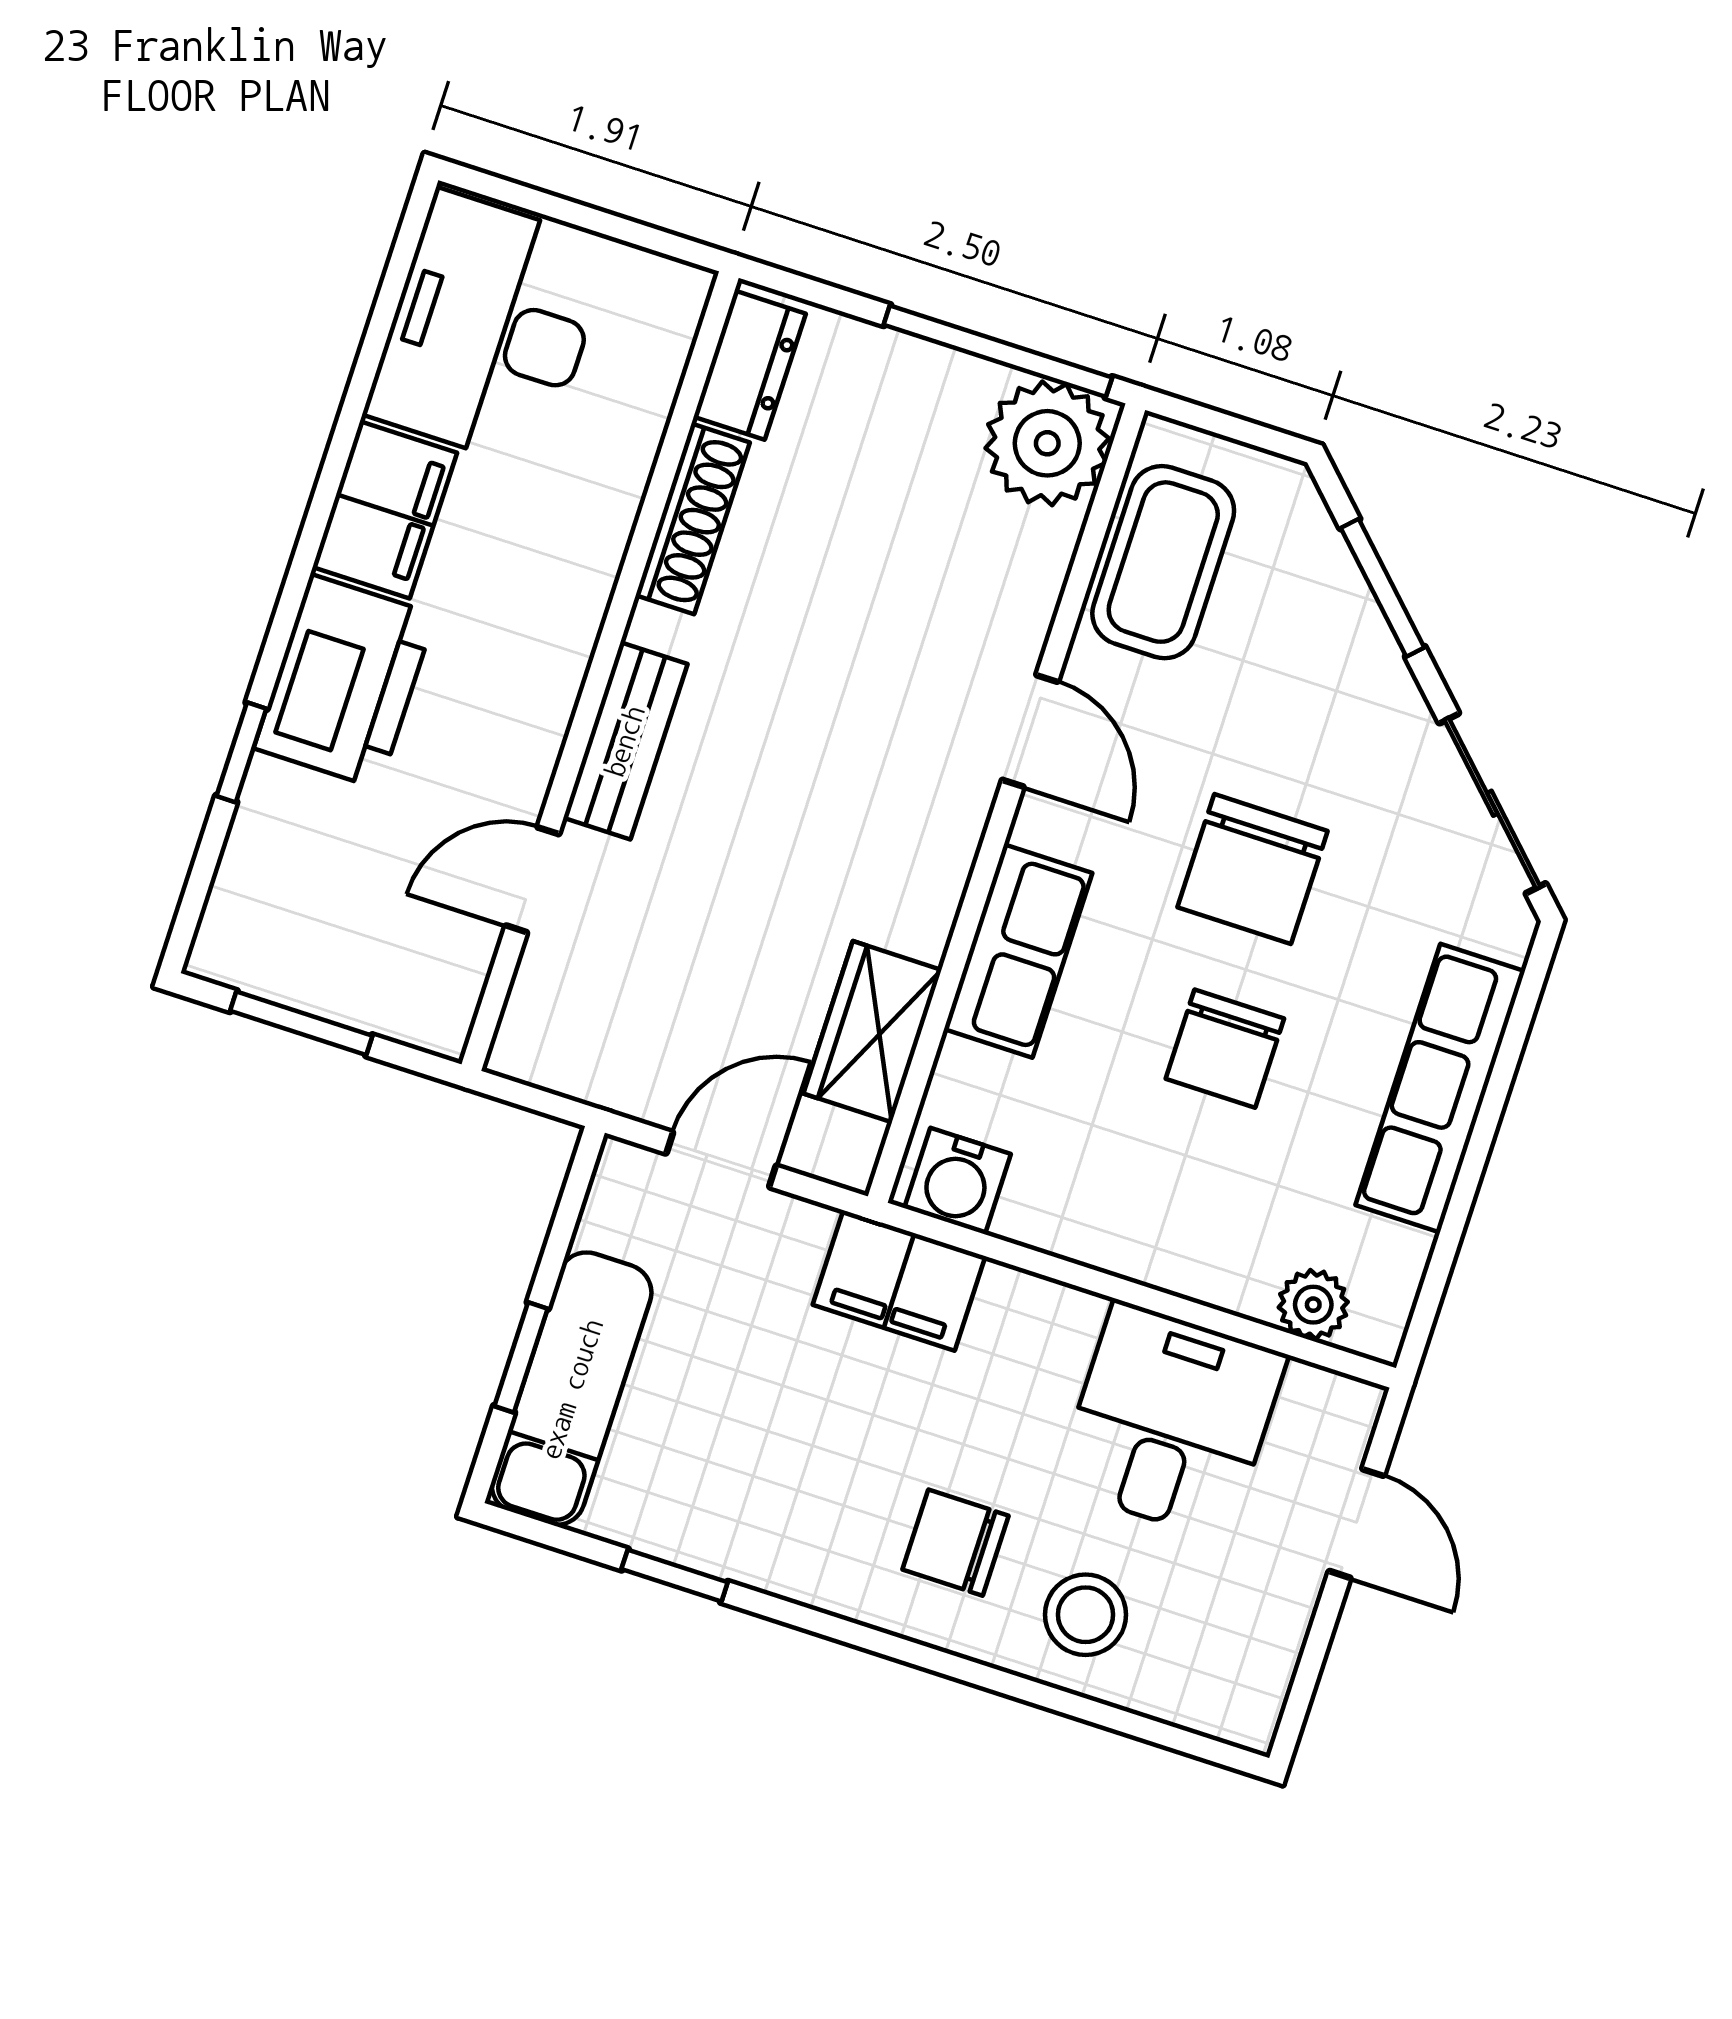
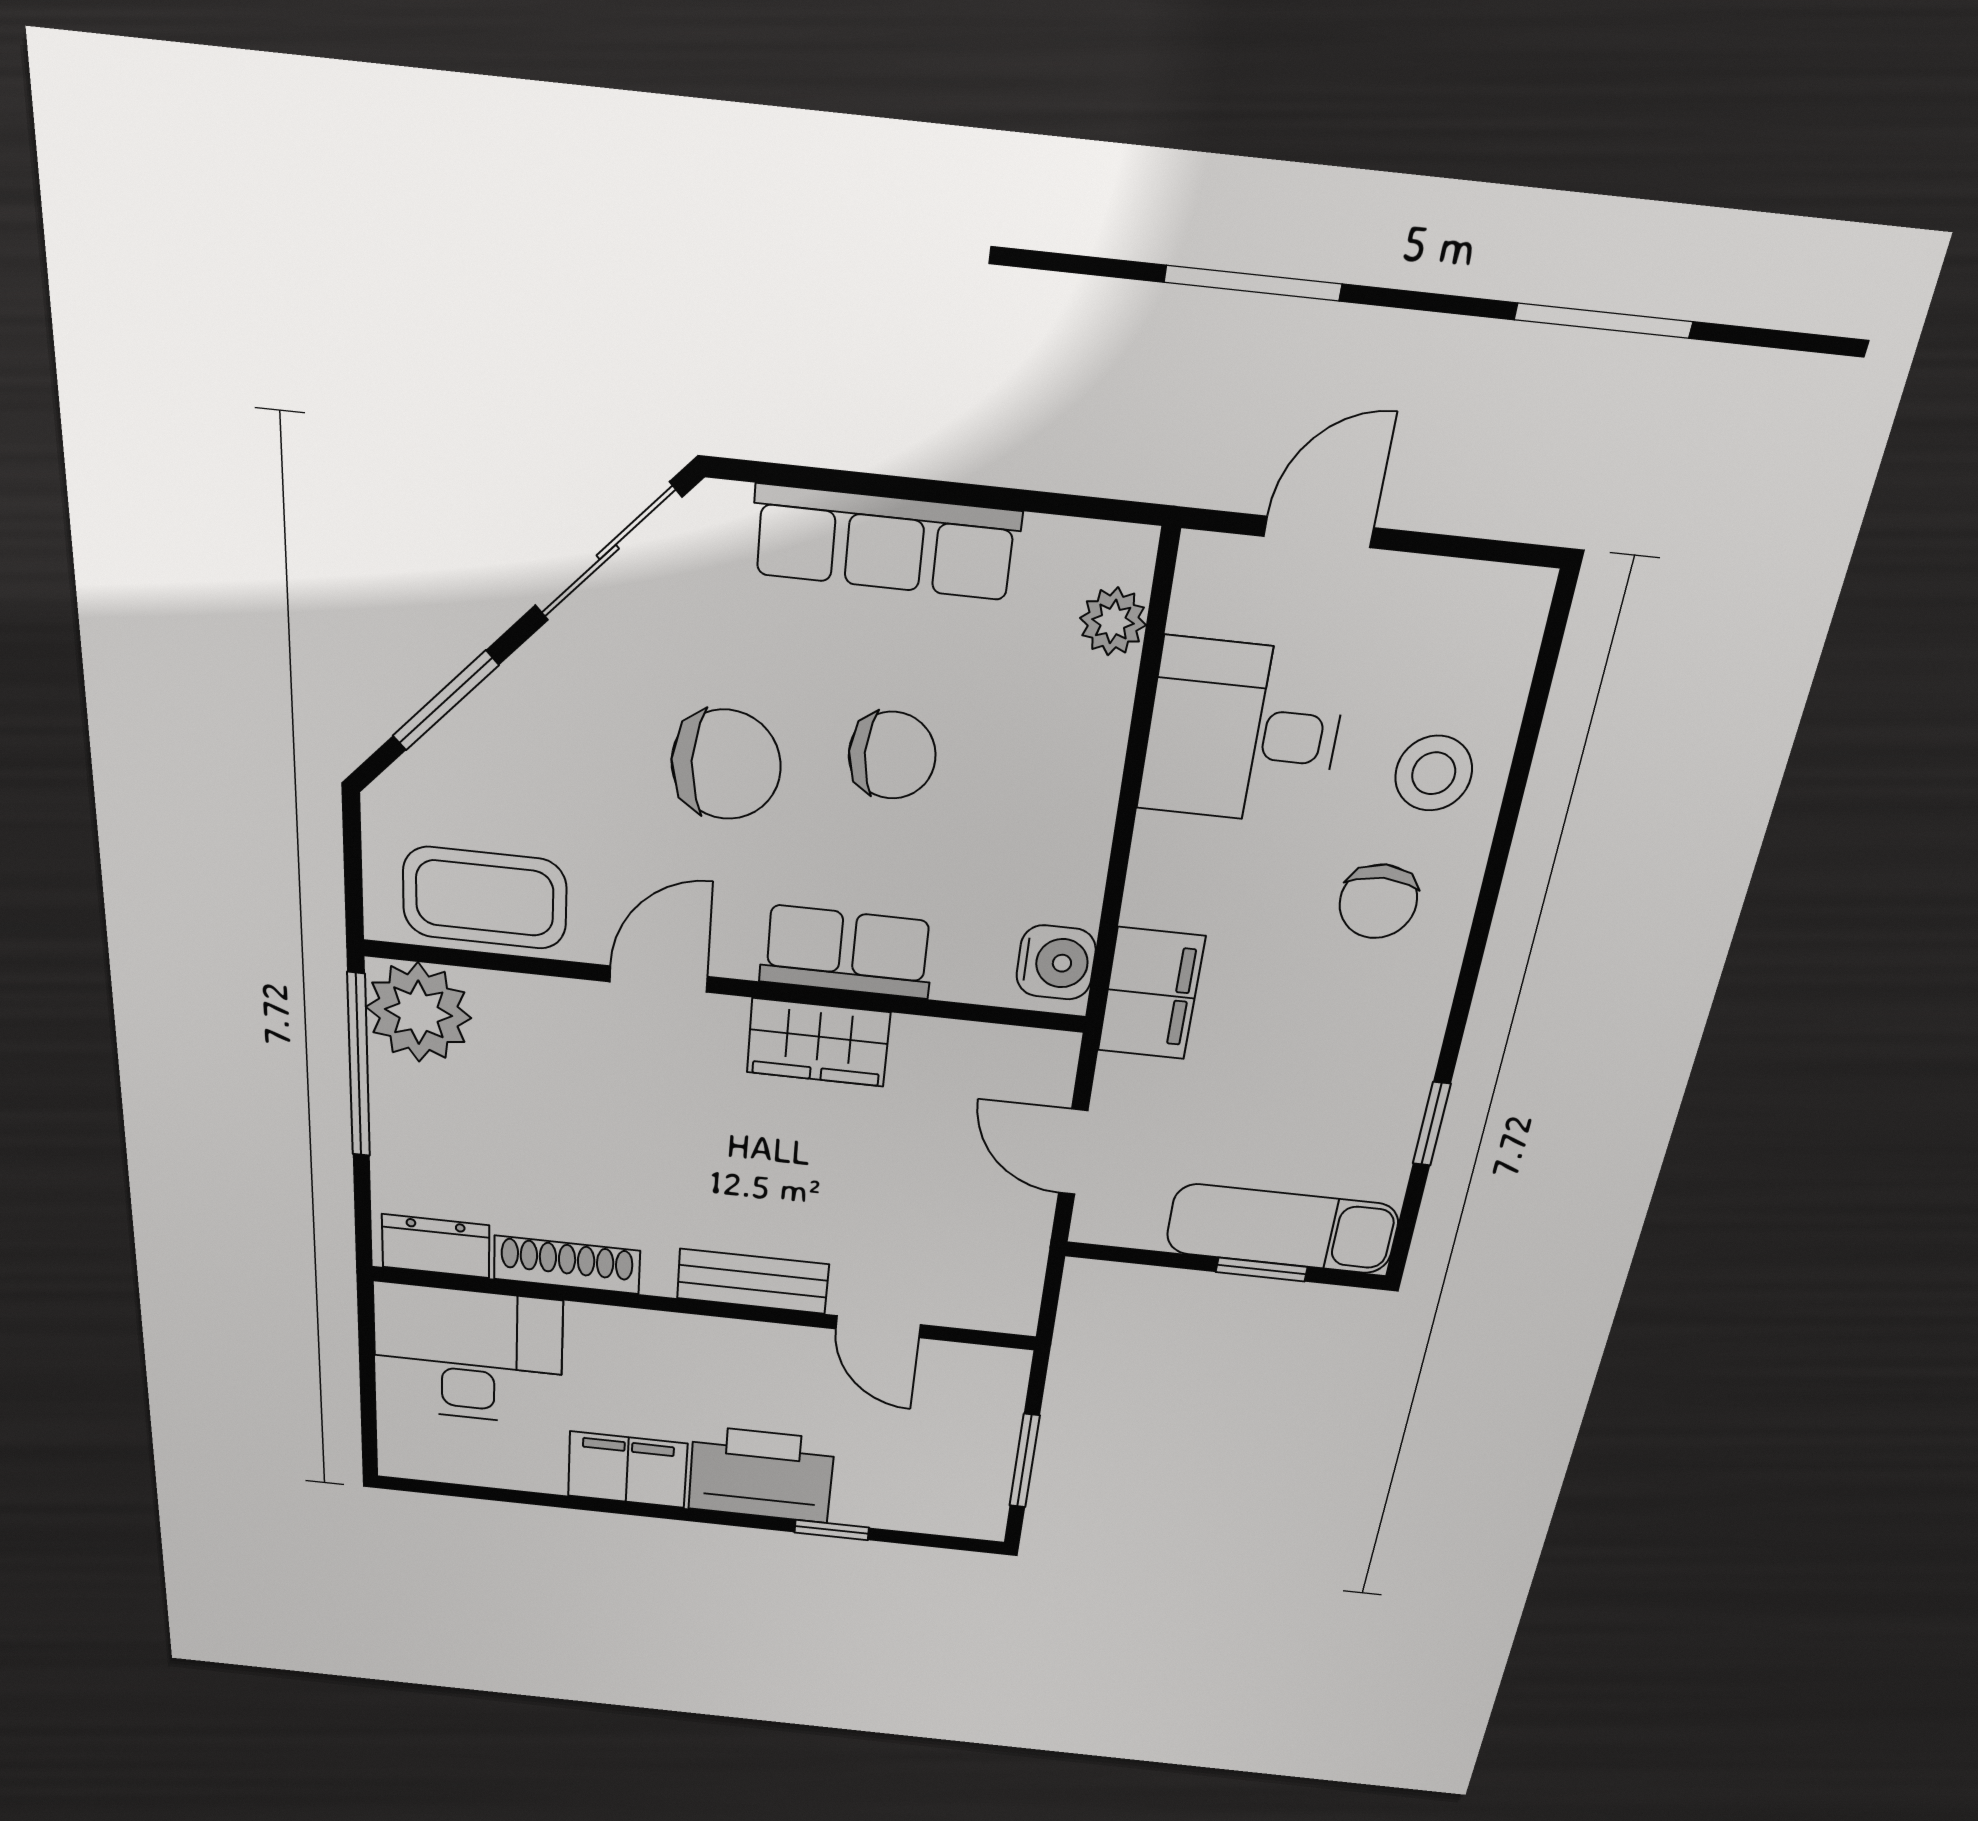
desk: (489, 330) -> (468, 1355), moved, turned 180
wardrobe: (872, 1032) -> (818, 1042), moved

